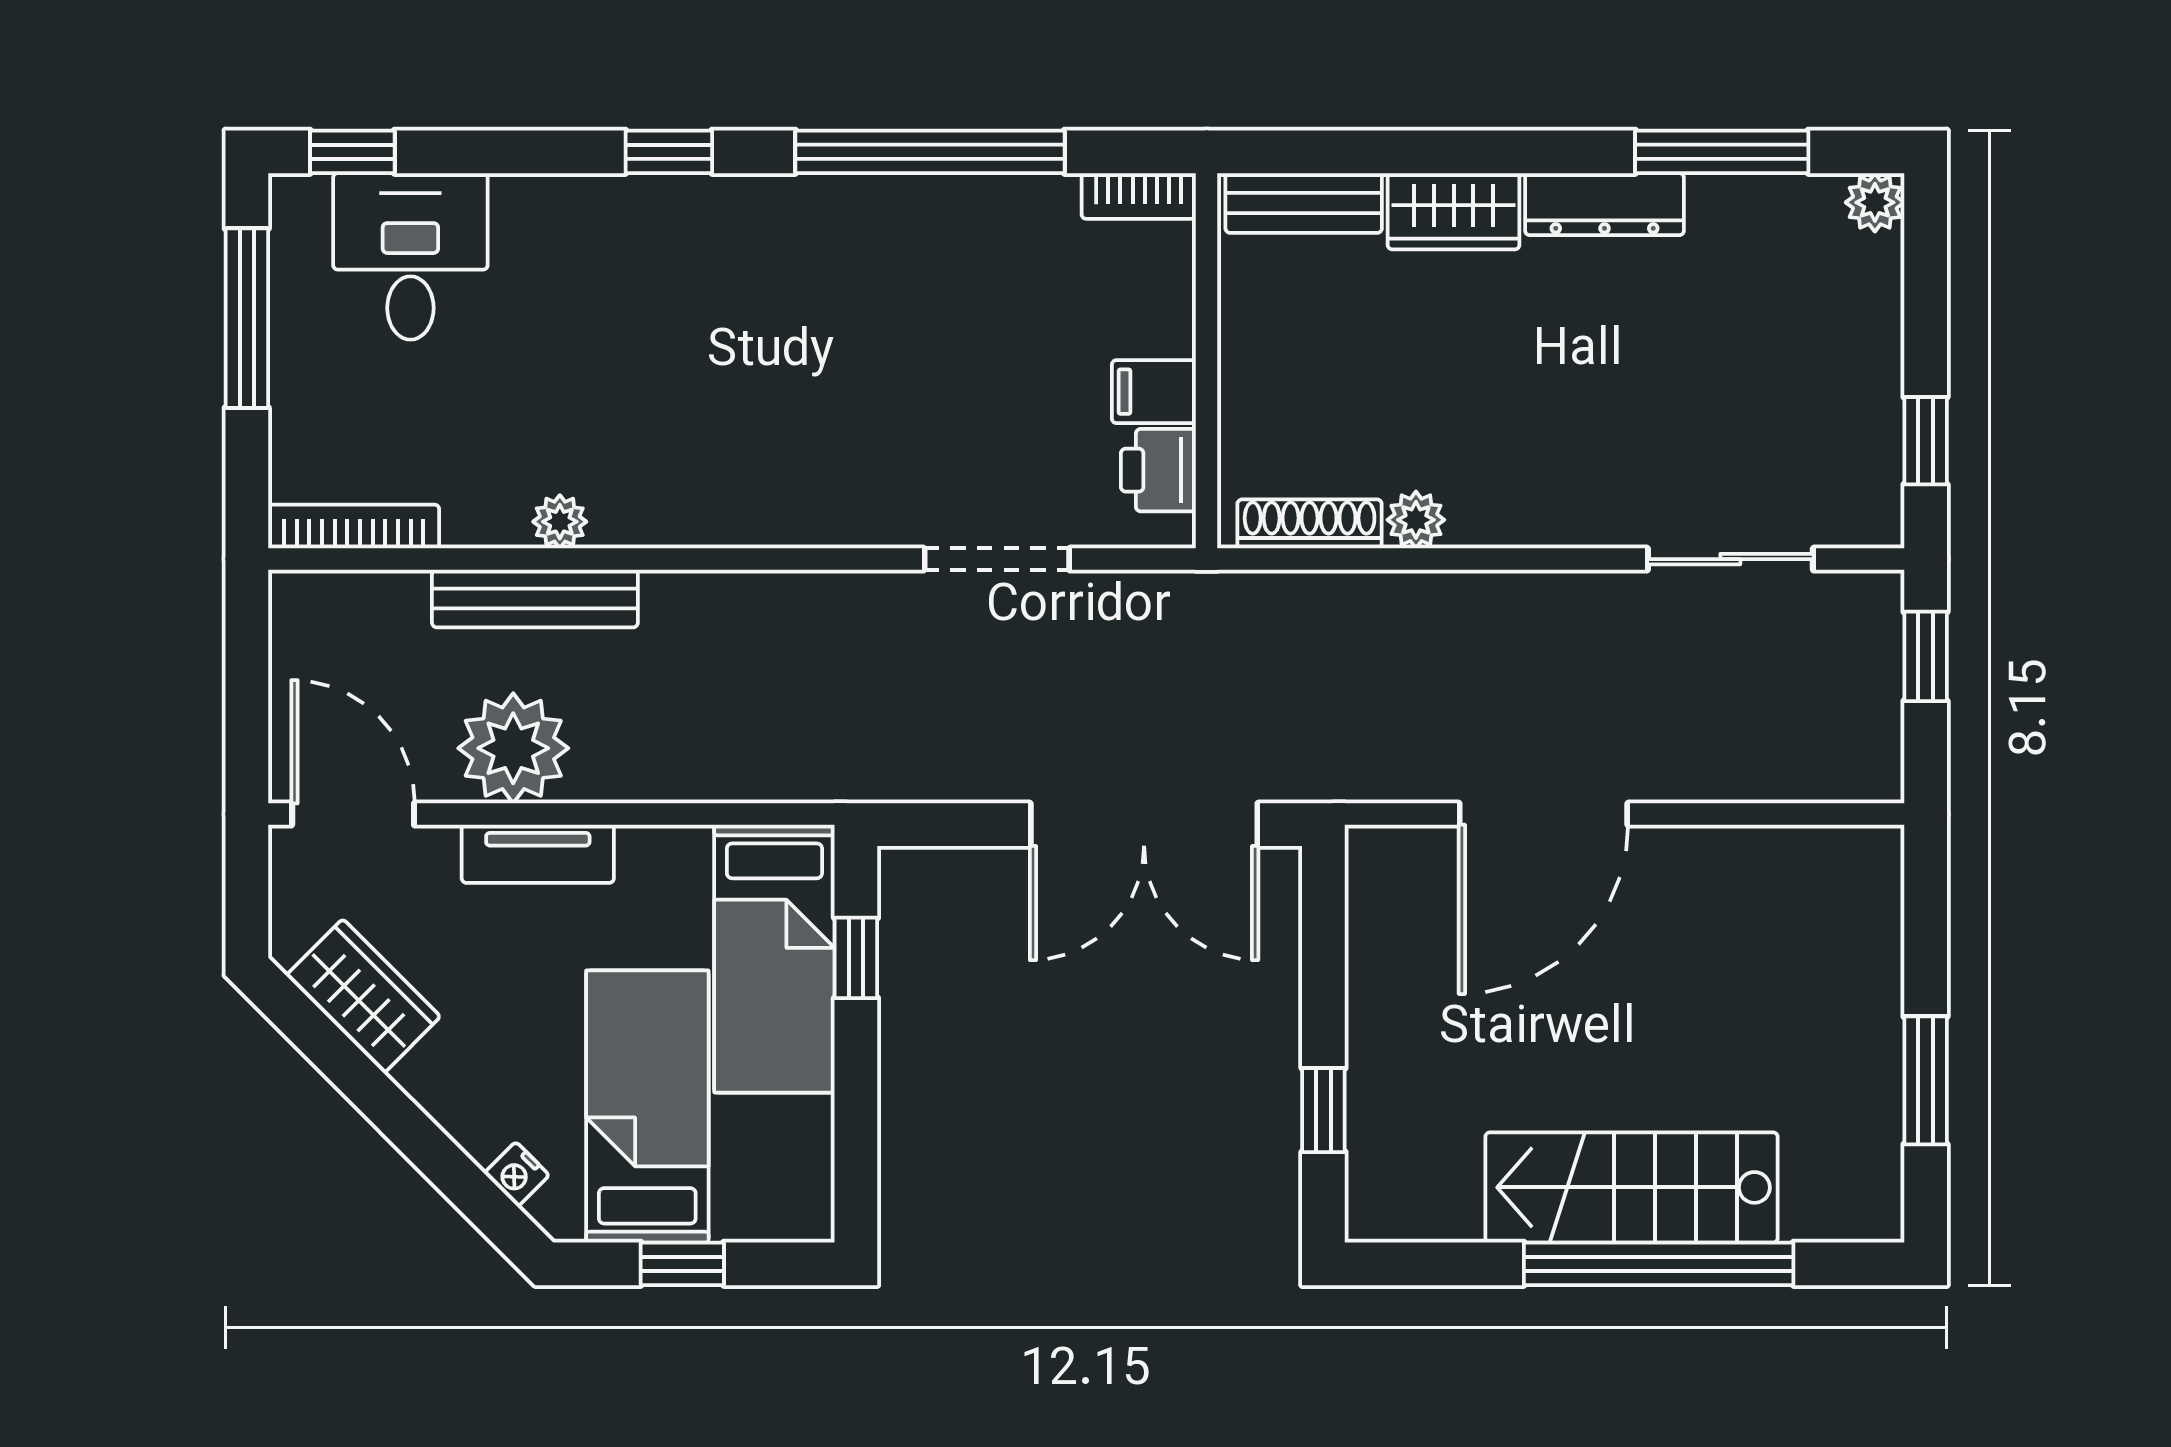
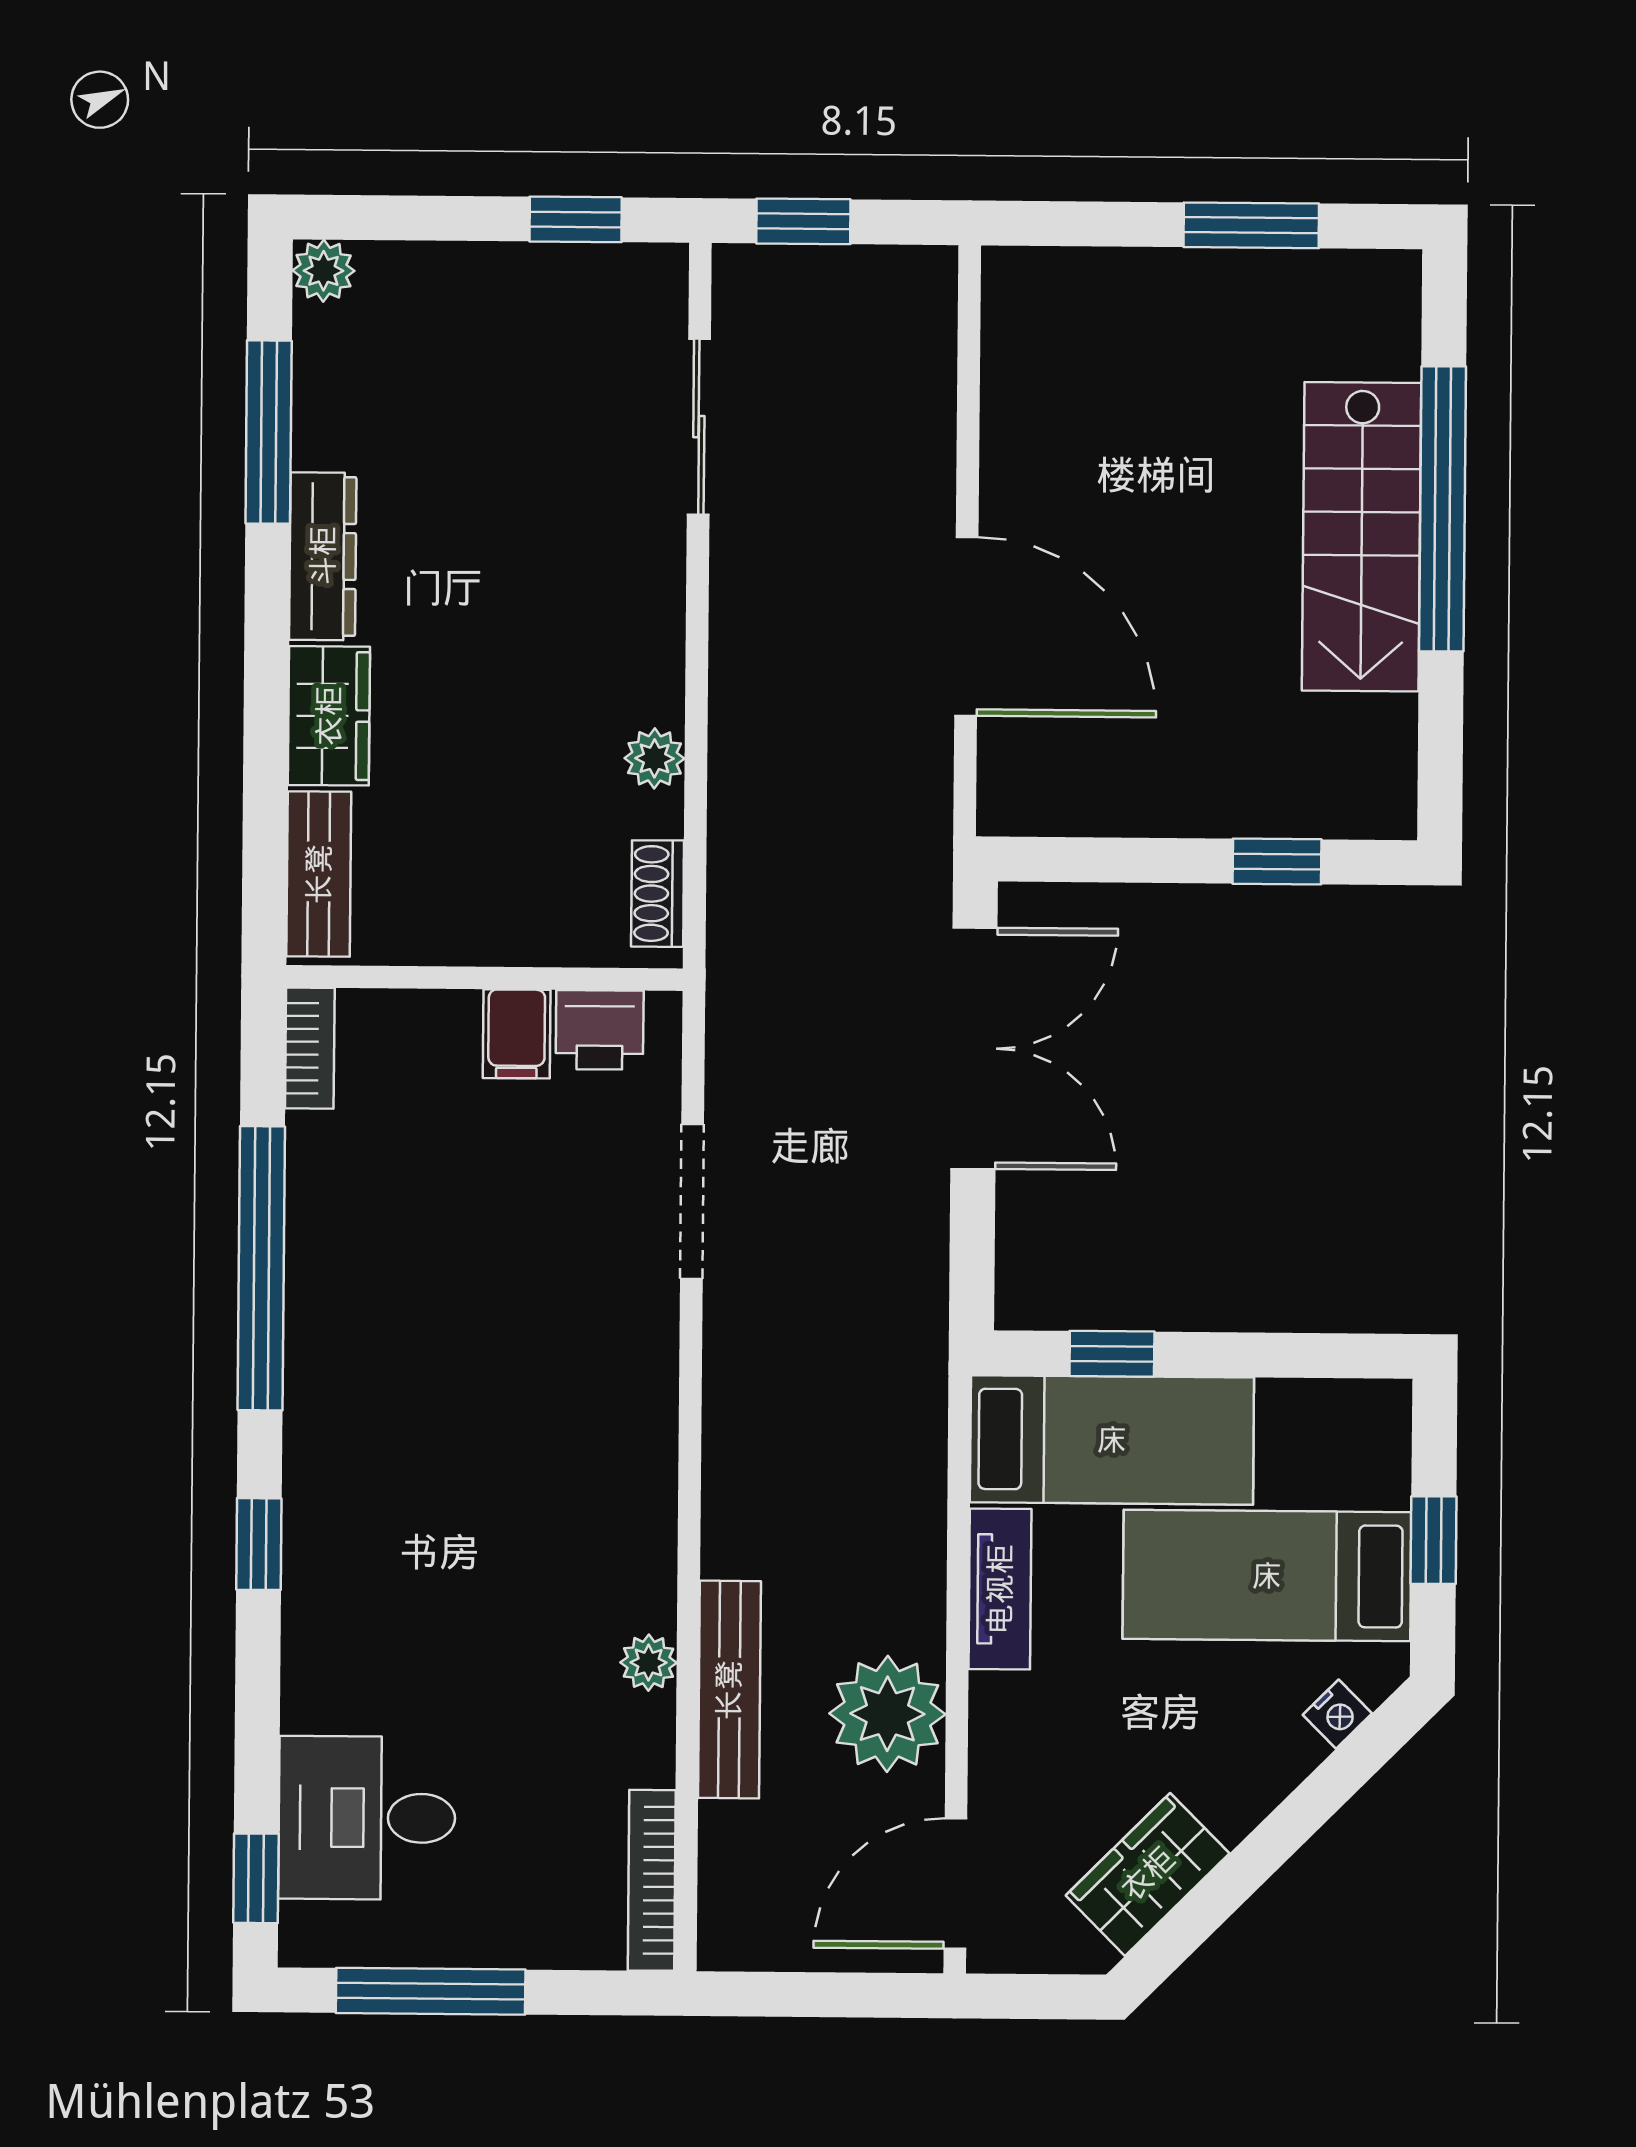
shoe rack: (1310, 524) -> (658, 894), width x0.70
tv unit: (538, 854) -> (1000, 1589), moved

